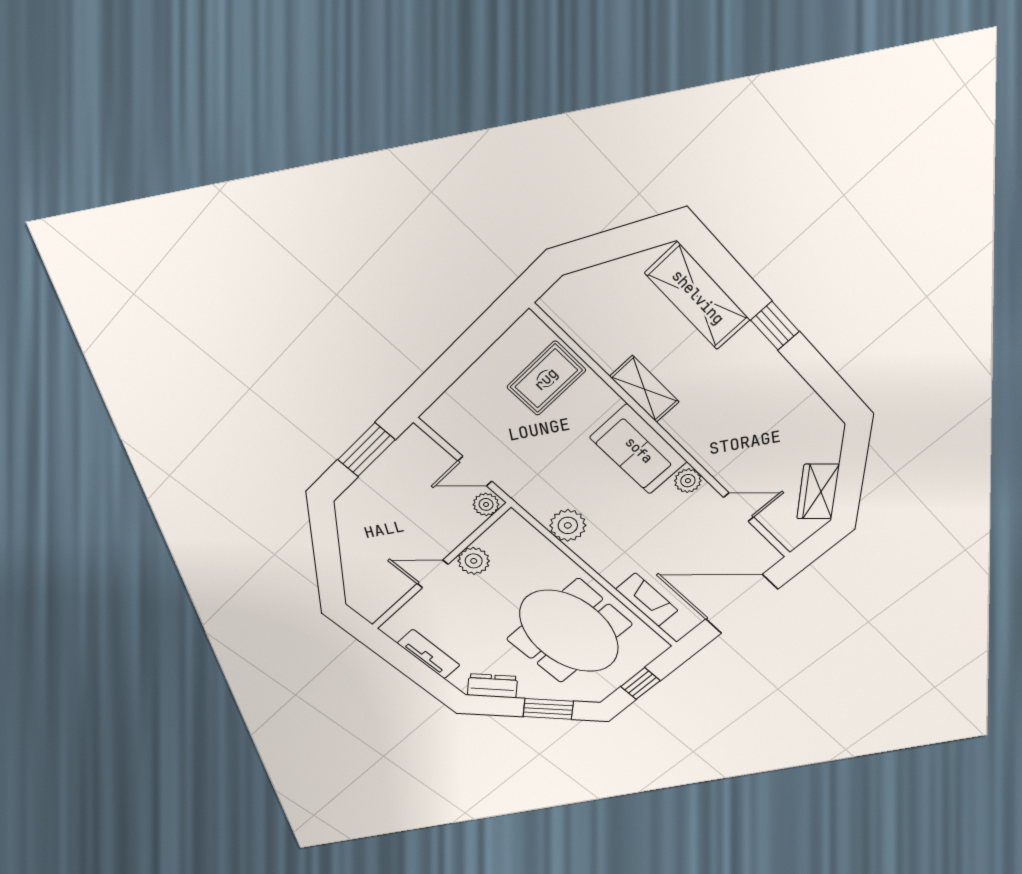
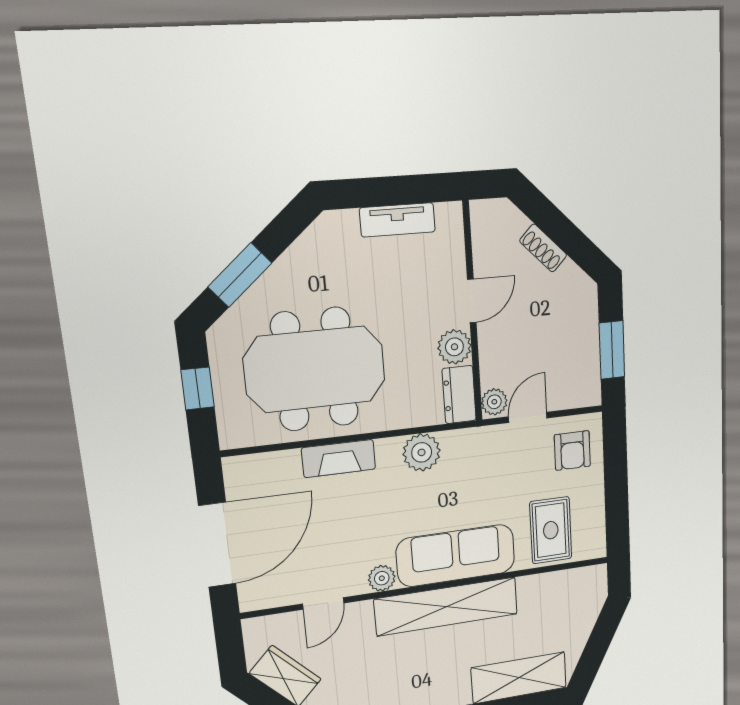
shelving: (645, 389) -> (447, 607), width x2.20, depth x1.33
armchair: (468, 415) -> (572, 450), added
sofa: (639, 450) -> (456, 556), width x1.36
shoe rack: (351, 557) -> (543, 248), added
fireplace: (647, 600) -> (339, 459), moved
dresser: (493, 686) -> (459, 395), moved, turned 130

